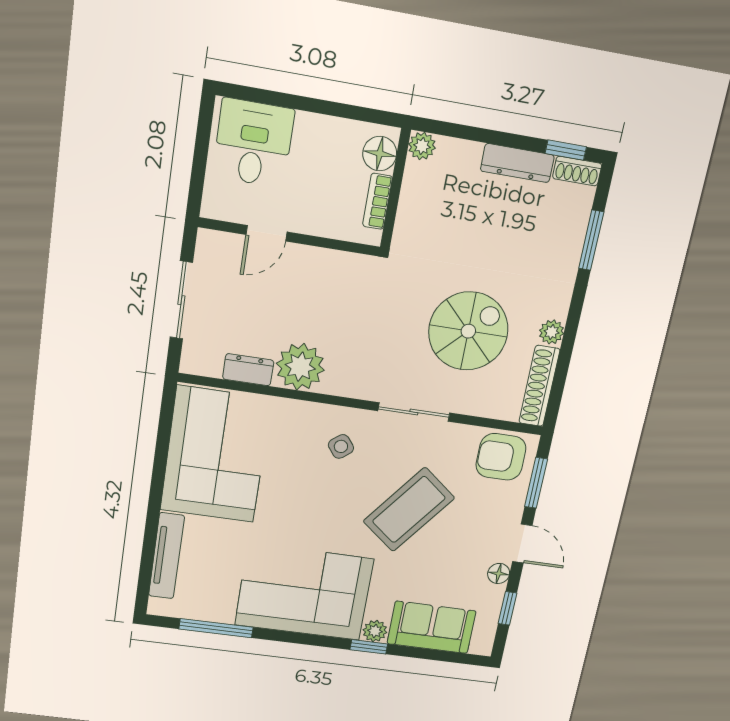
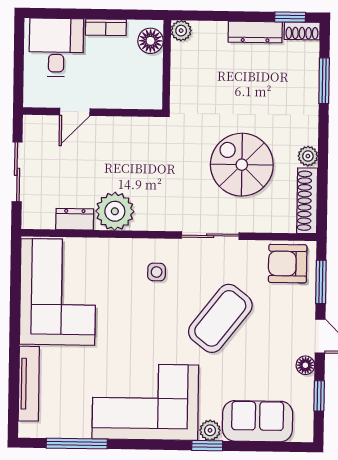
bookcase: (377, 201) -> (106, 27), moved, turned -90
spiral stairs: (468, 331) -> (242, 165), turned -90
side table: (341, 446) -> (157, 272), turned 38

